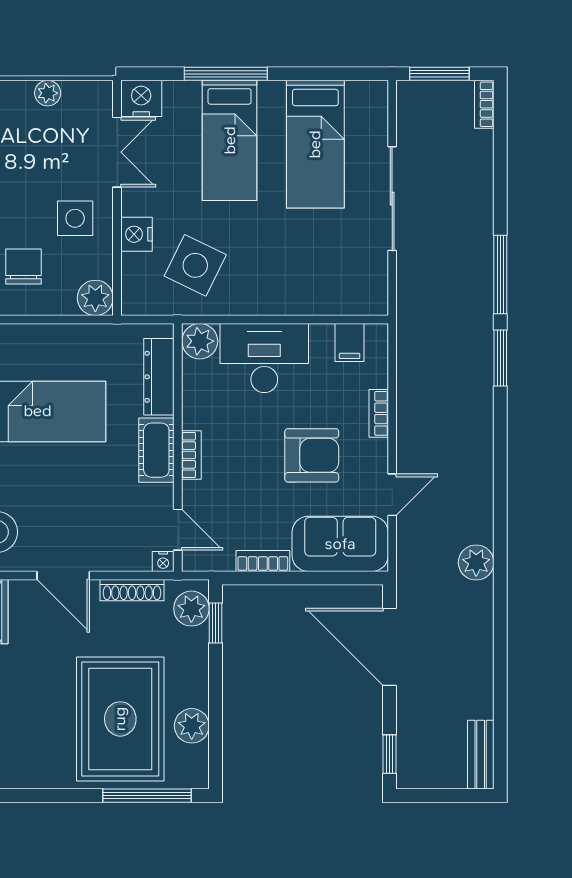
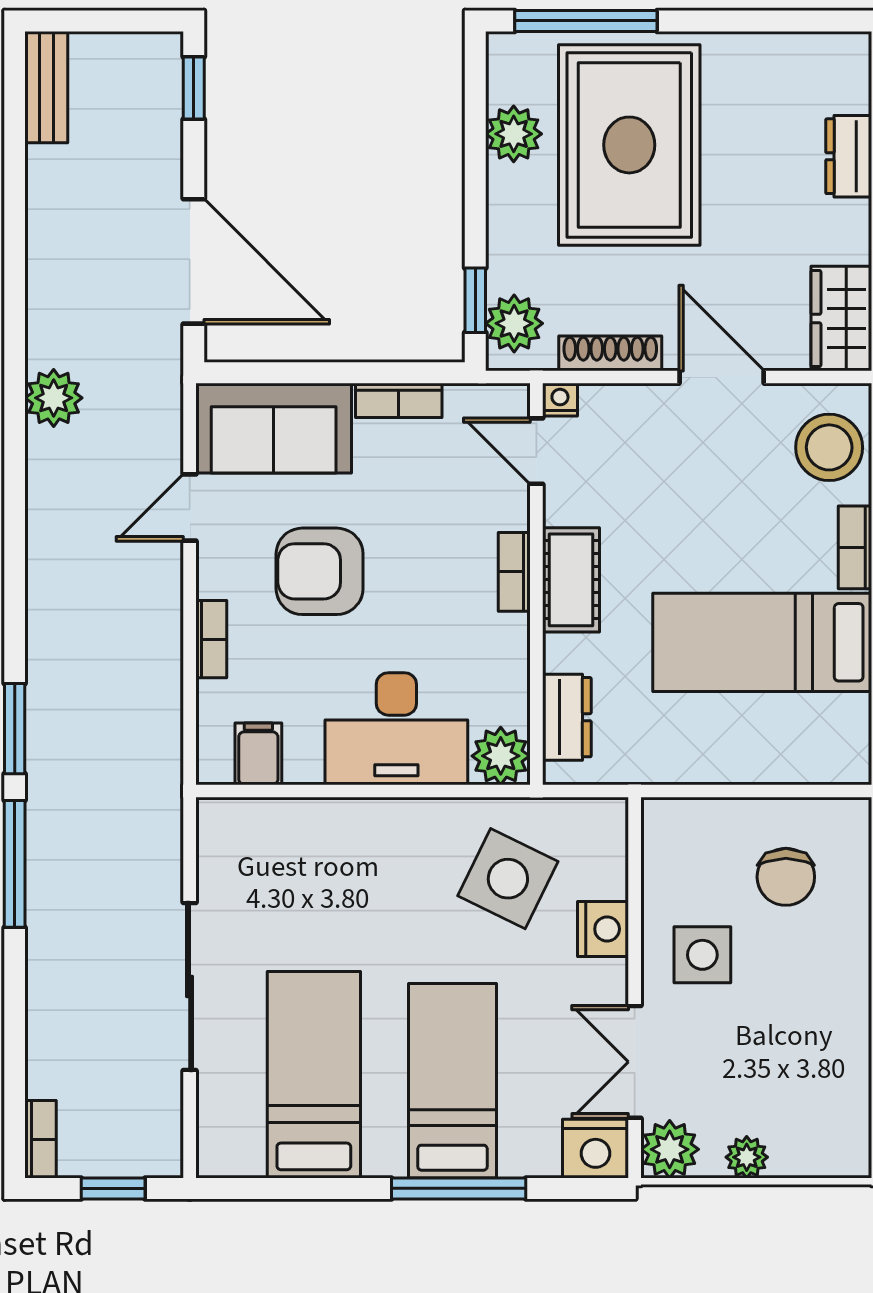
window: (439, 74) -> (113, 1188), width x0.67
plant: (95, 298) -> (670, 1149), moved
dresser: (159, 377) -> (567, 717), width x0.70

